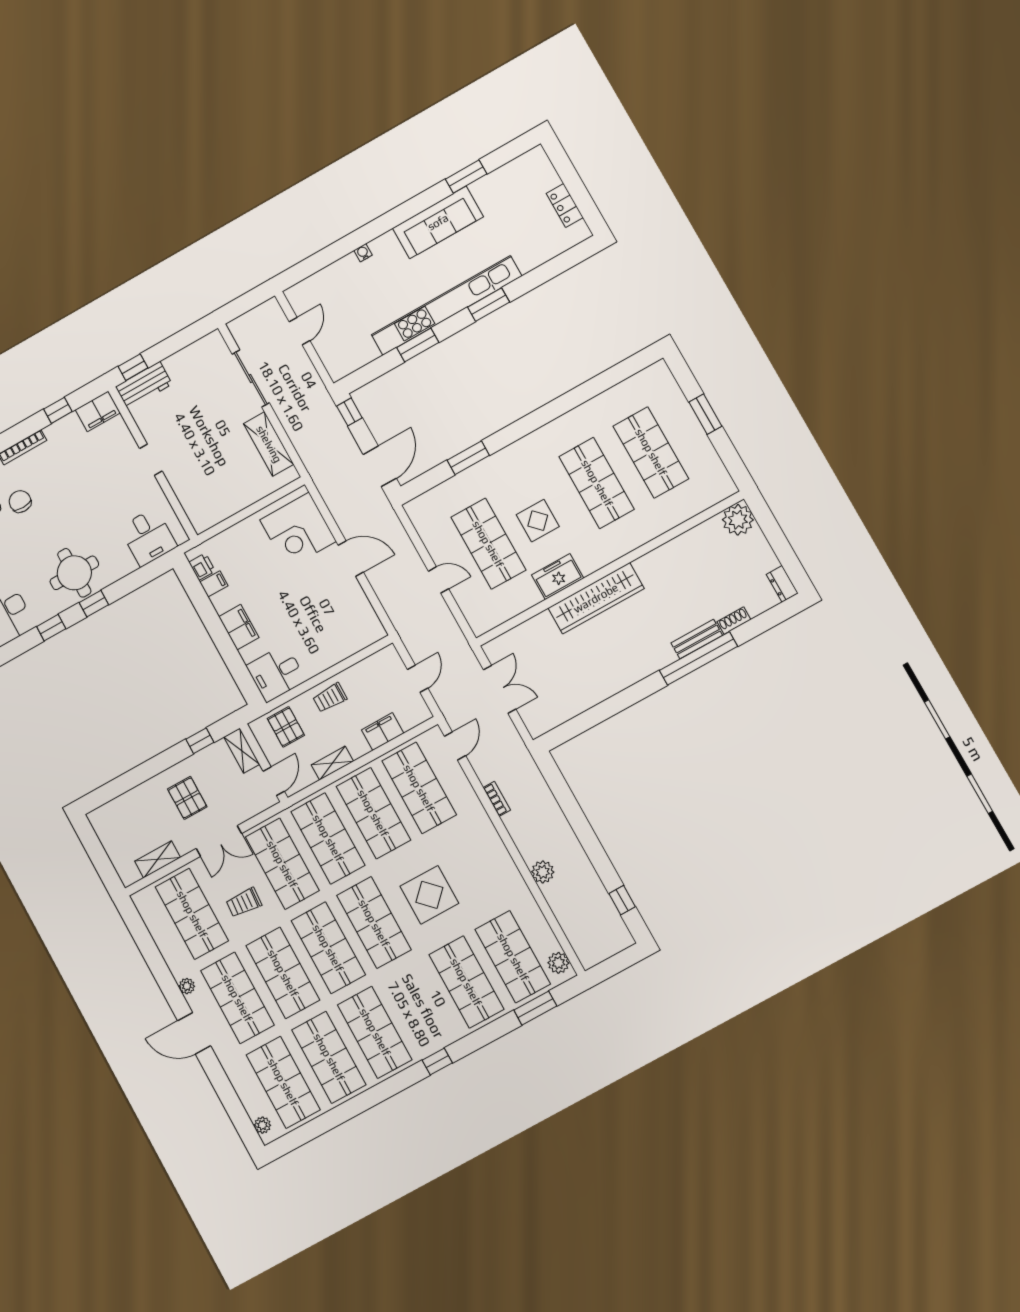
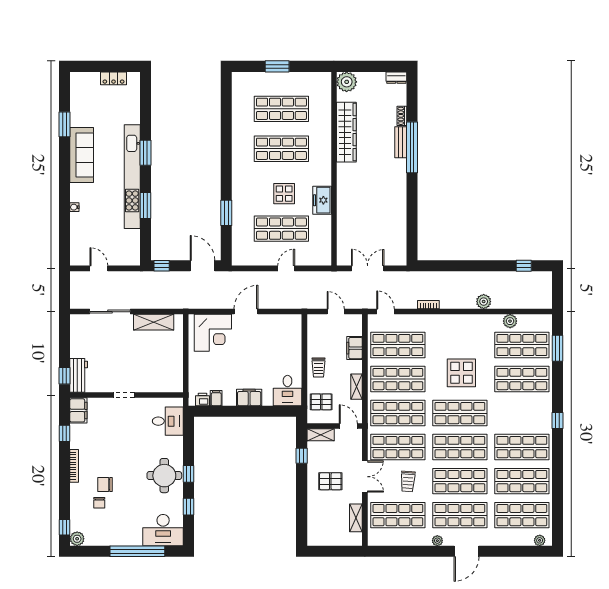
wardrobe: (596, 598) -> (346, 132), moved
plant: (558, 963) -> (510, 321), moved

